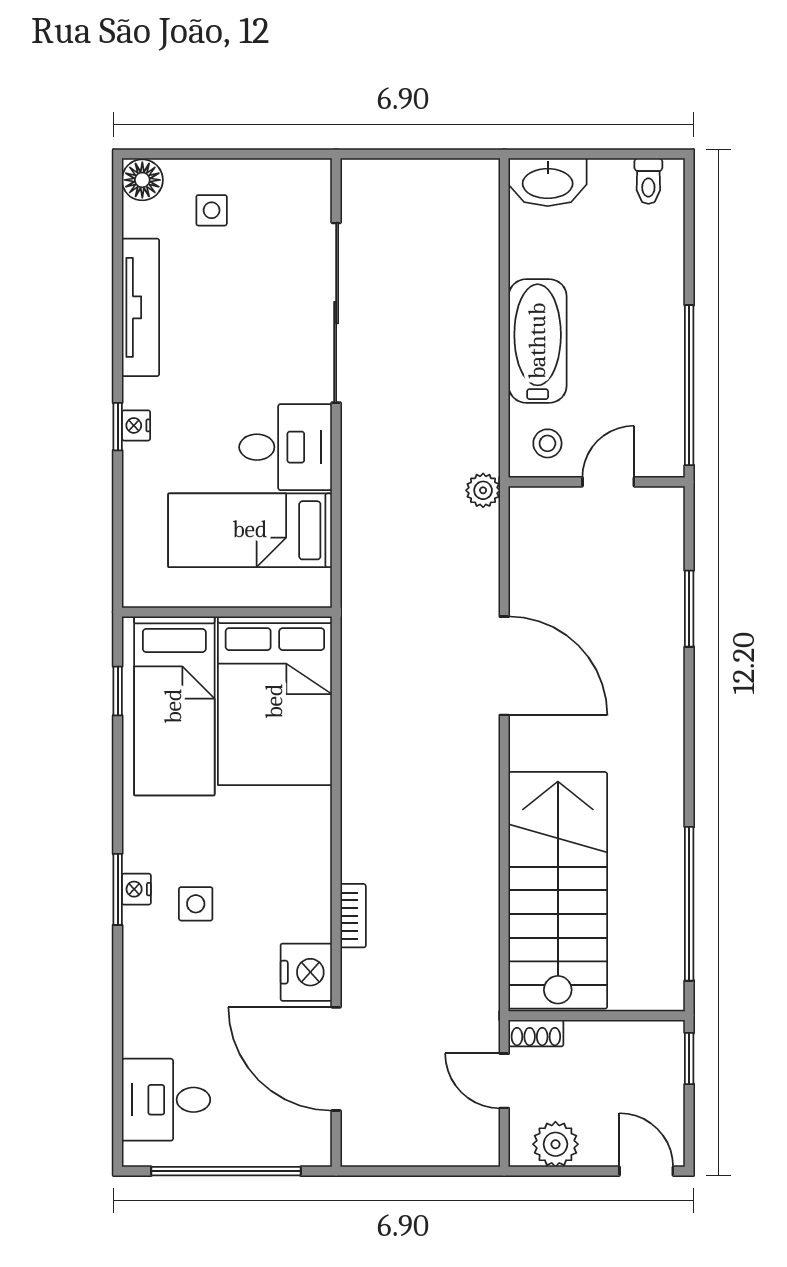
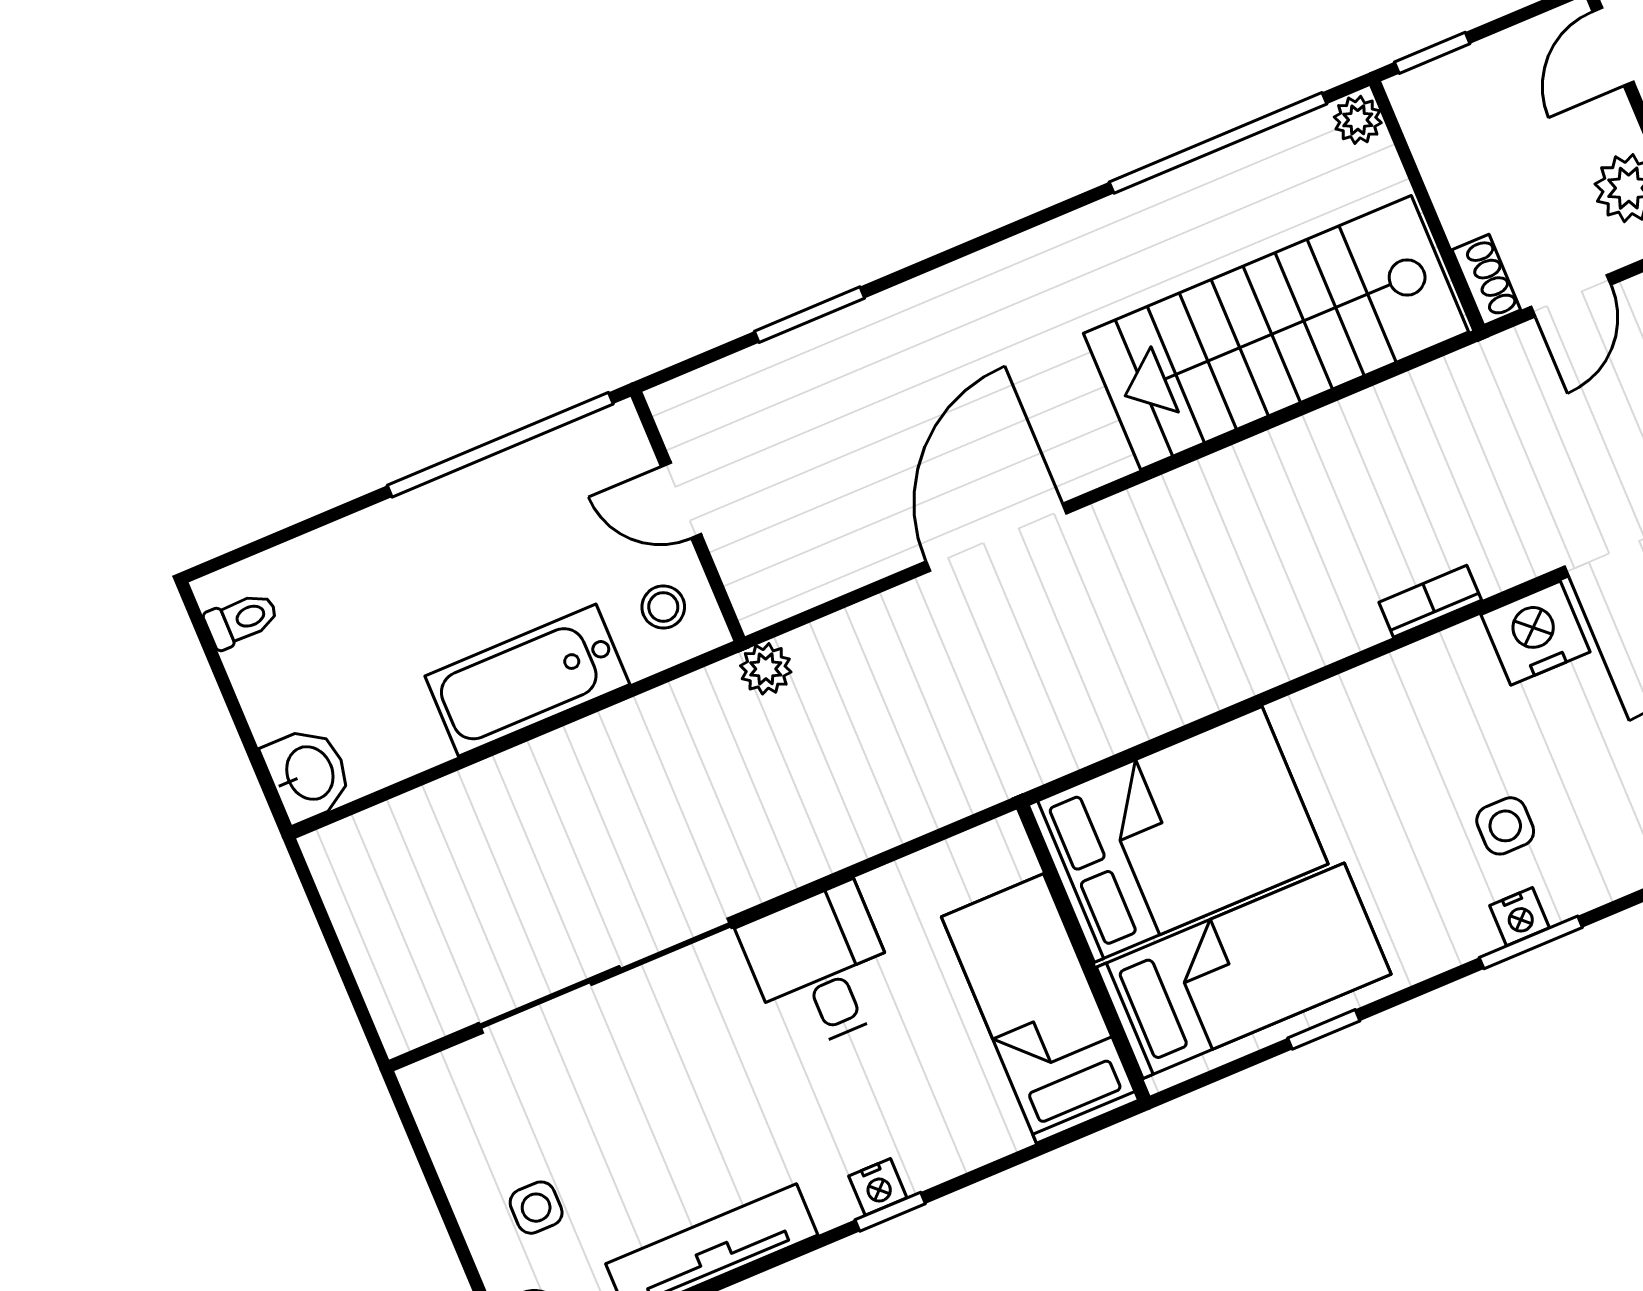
washbasin: (548, 182) -> (308, 774), width x0.72
bed: (250, 530) -> (1040, 1009), moved, turned 180
window: (118, 691) -> (1324, 1029), moved
plant: (667, 995) -> (1358, 120), added

